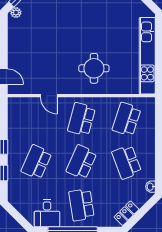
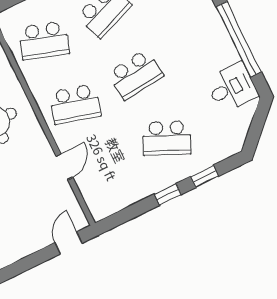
school desk: (81, 162) -> (135, 74), turned -30
school desk: (81, 205) -> (196, 45), removed

